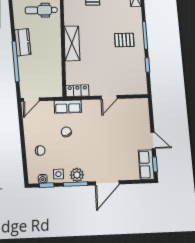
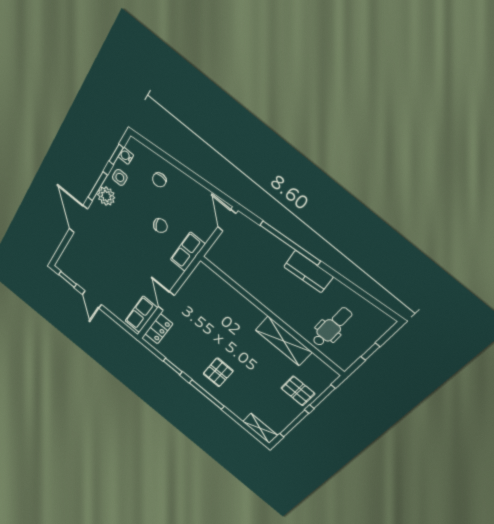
shelving: (72, 43) -> (284, 341), moved
locker: (77, 91) -> (159, 329), moved
door: (153, 140) -> (92, 299), hinge flipped
row of seats: (146, 164) -> (141, 314), moved, turned -90

